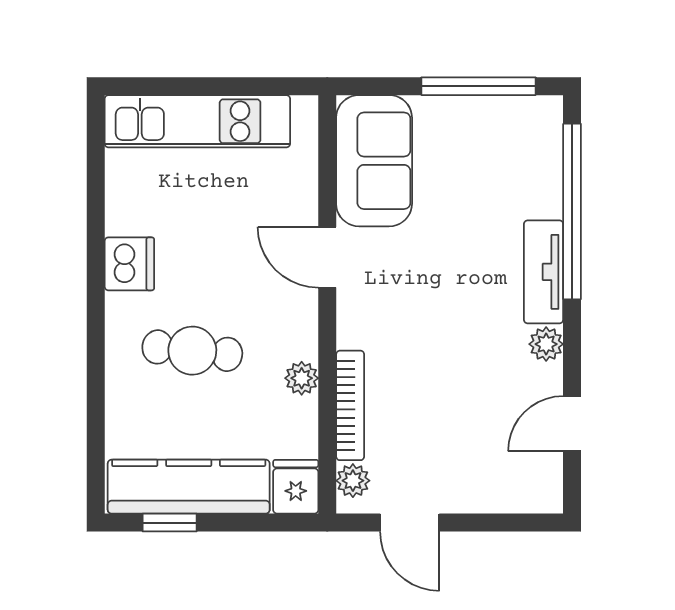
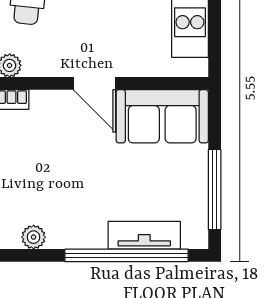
door: (327, 257) -> (94, 83), swing flipped
tv unit: (544, 272) -> (144, 235), moved

